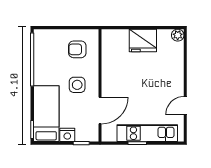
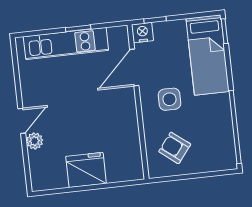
plant: (178, 35) -> (35, 141), moved
armchair: (77, 49) -> (175, 148), turned -142
door: (185, 106) -> (22, 121), moved
nightstand: (67, 135) -> (143, 33), moved

